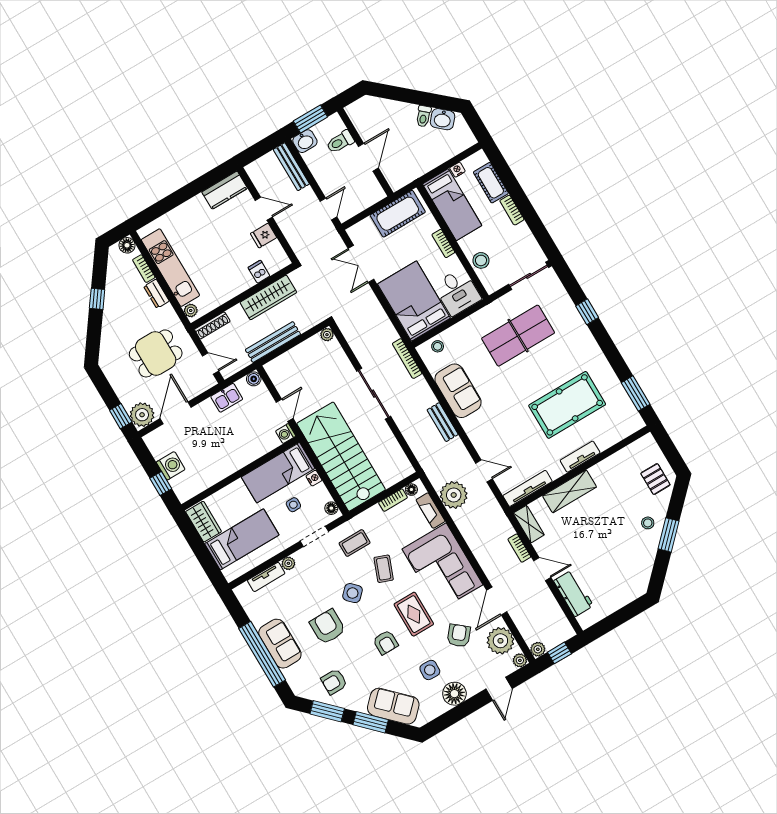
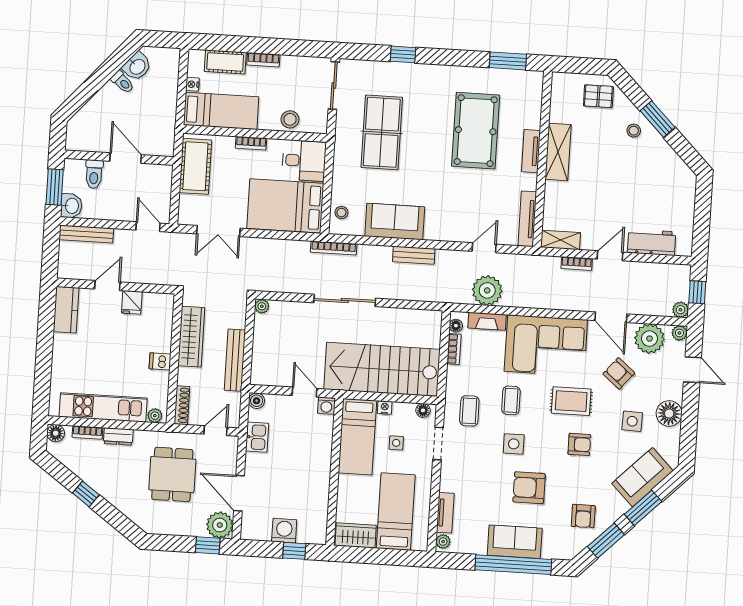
dishwasher: (259, 272) -> (160, 361), moved
shelving: (570, 491) -> (558, 152), moved
plant: (288, 563) -> (443, 542), moved
coffee table: (384, 569) -> (511, 400), turned 69
side table: (353, 593) -> (514, 444), turned 45

